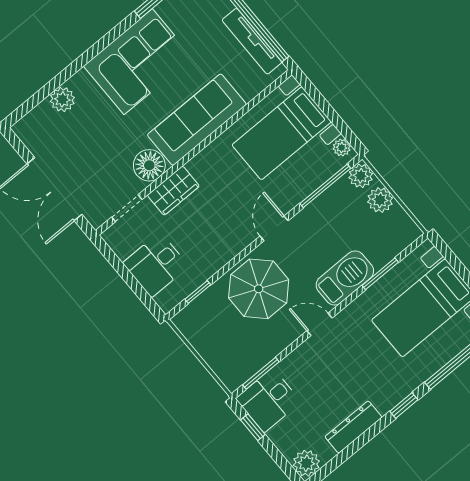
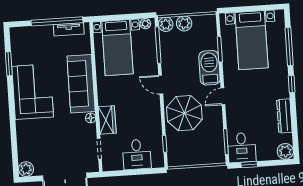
tv unit: (252, 41) -> (69, 29), width x0.71
plant: (62, 99) -> (26, 169), moved
floor lamp: (149, 165) -> (91, 118), width x0.53, depth x0.53

